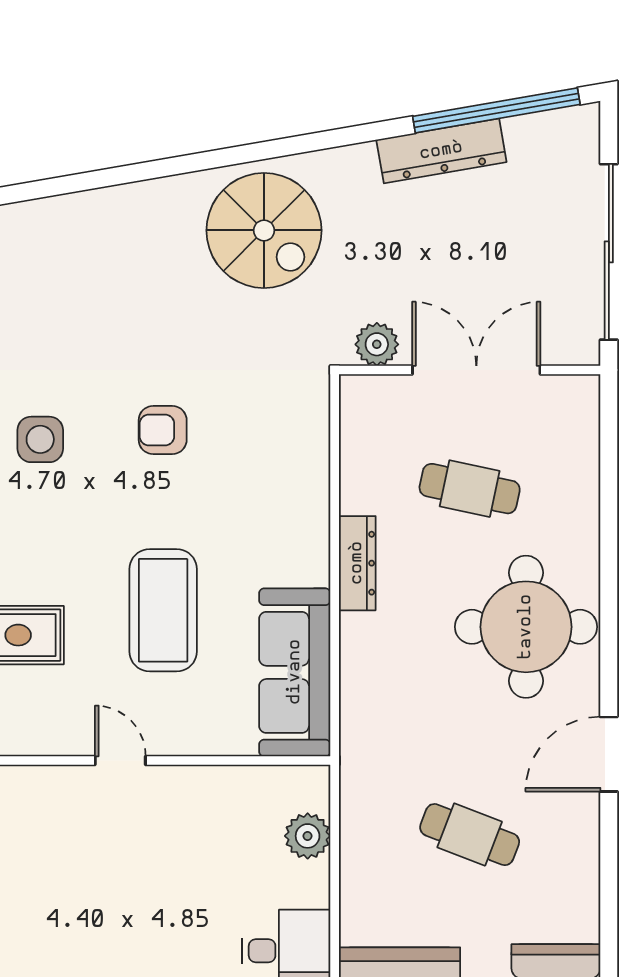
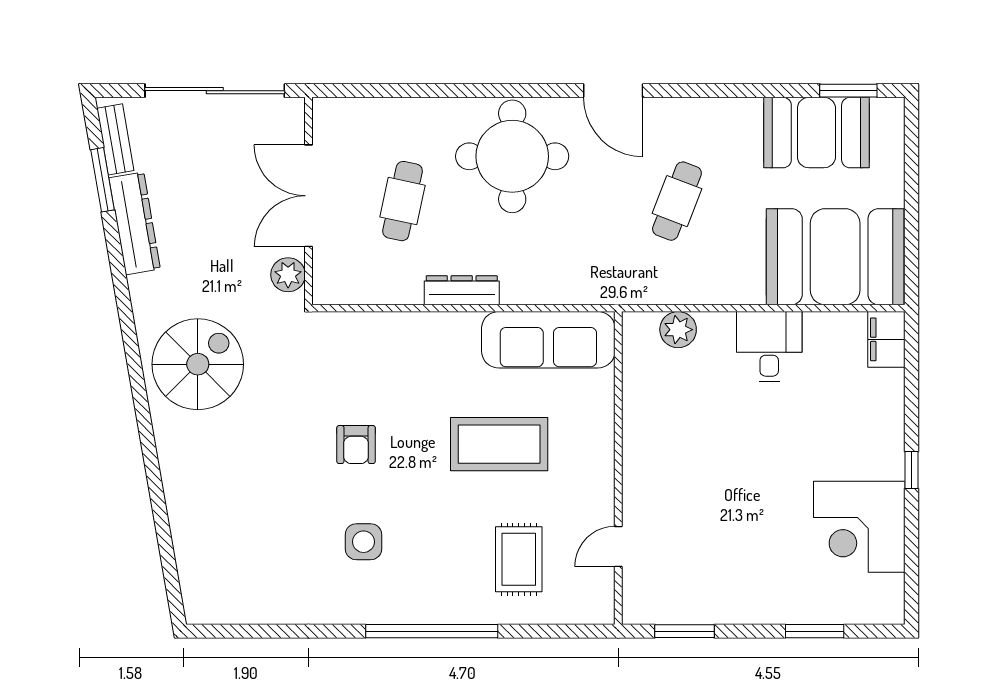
window: (496, 110) -> (102, 180), width x0.47
bench: (547, 127) -> (115, 139), added
door: (120, 761) -> (618, 546), moved

